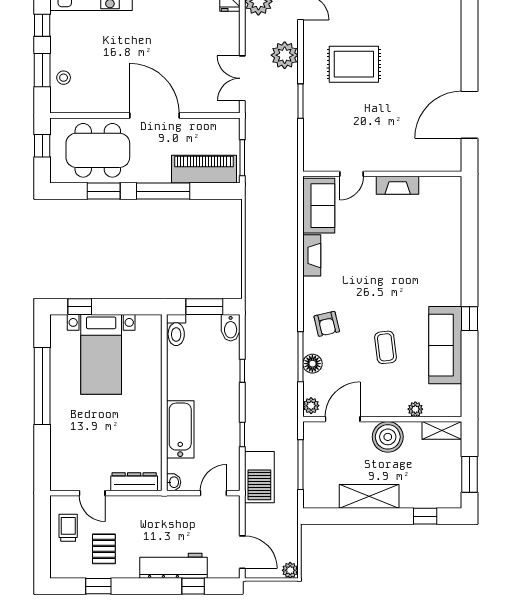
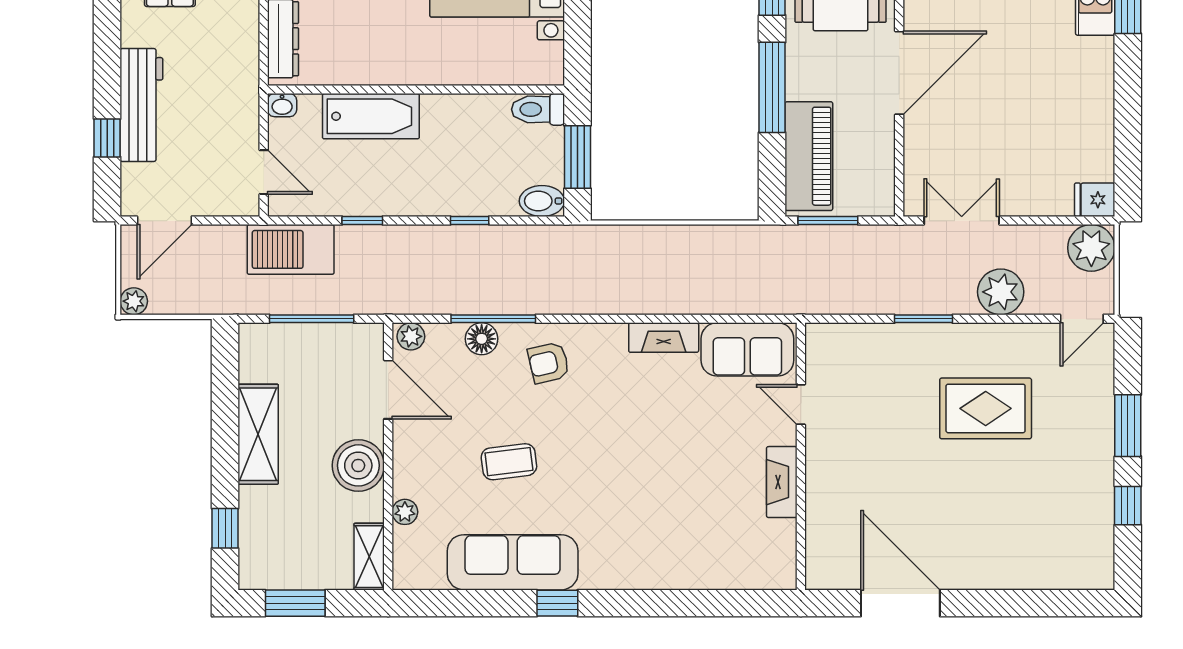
rug: (354, 64) -> (986, 408), turned 90

